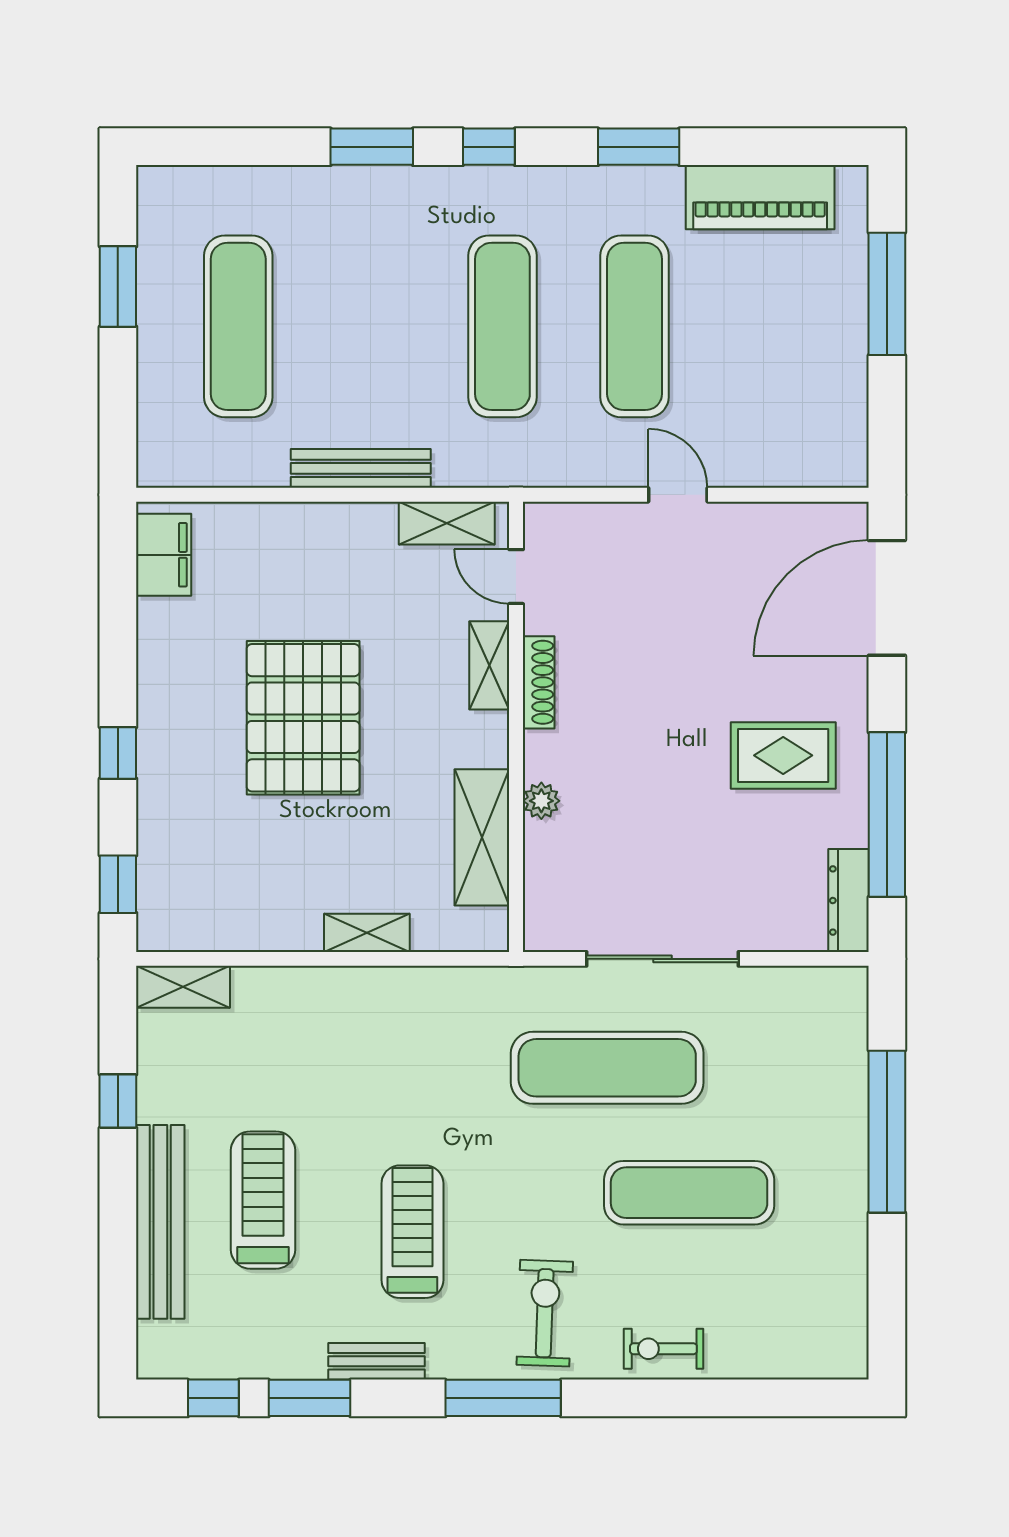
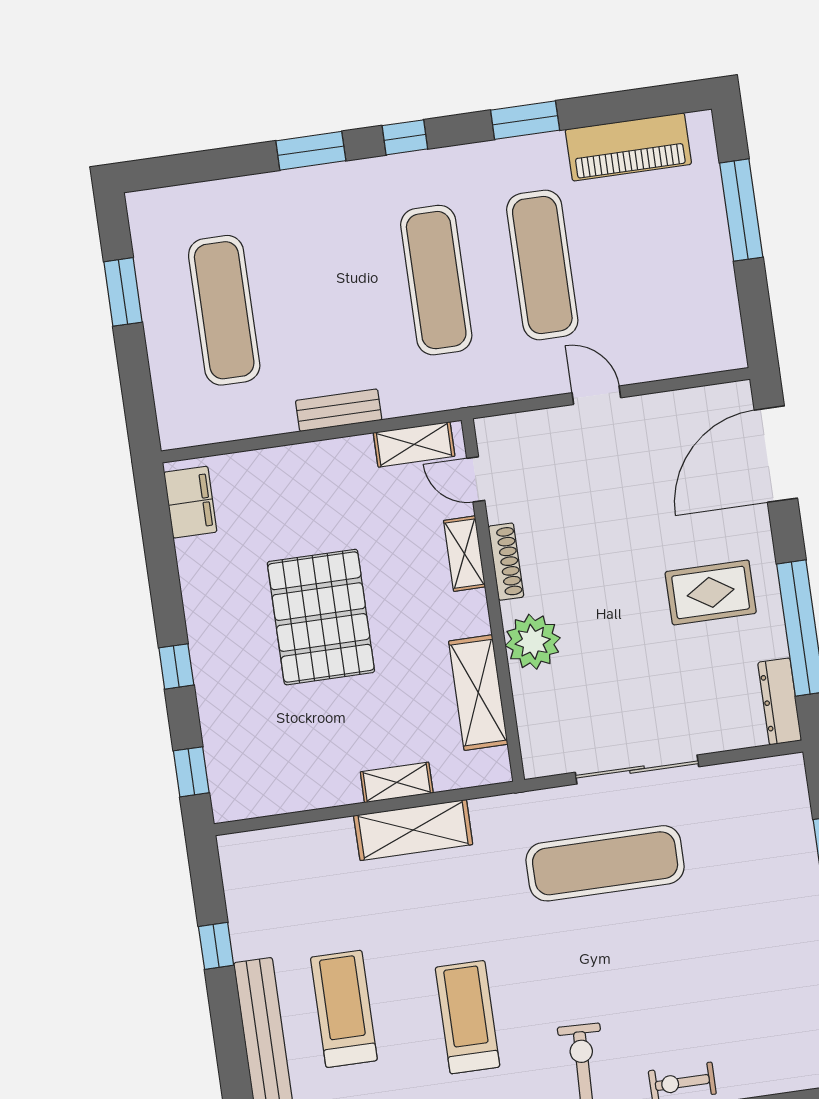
bench: (361, 468) -> (339, 410), width x0.73
plant: (541, 801) -> (533, 642), width x1.88, depth x1.88
shelving: (183, 987) -> (413, 830), moved, width x1.50, depth x1.33
exercise mat: (689, 1193) -> (685, 954), removed

